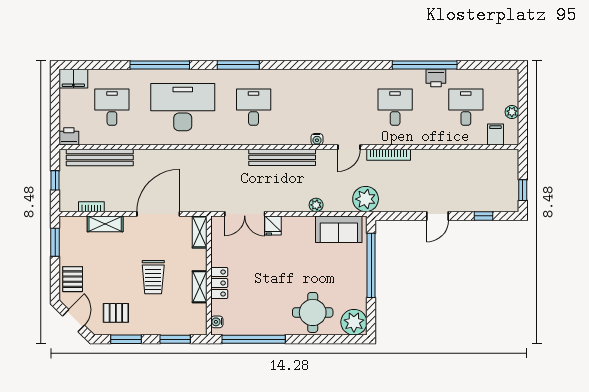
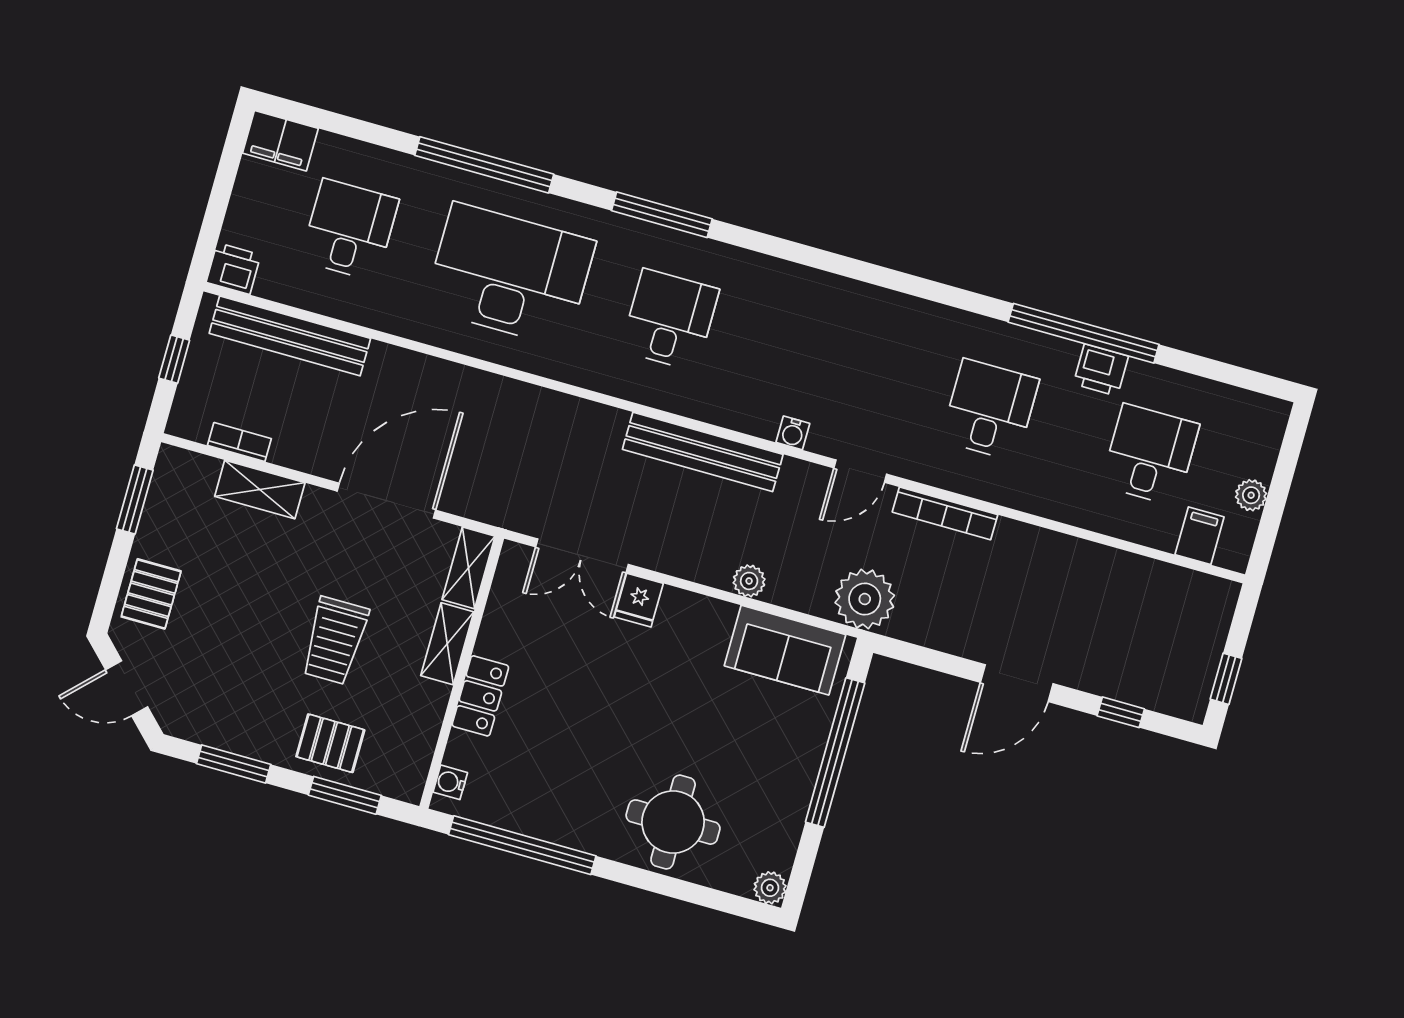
door: (437, 216) -> (1017, 683), width x1.38
shelving: (200, 287) -> (447, 644), moved
pallet: (116, 313) -> (330, 743), moved
door: (73, 321) -> (127, 688), swing flipped
plant: (354, 322) -> (770, 888), width x0.53, depth x0.53

